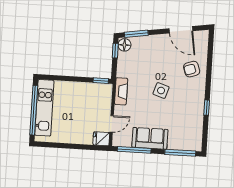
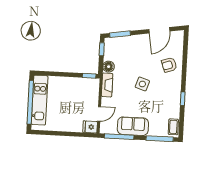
door: (181, 30) -> (159, 30), hinge flipped
floor lamp: (124, 45) -> (109, 67), moved
coffee table: (196, 139) -> (173, 127), added

